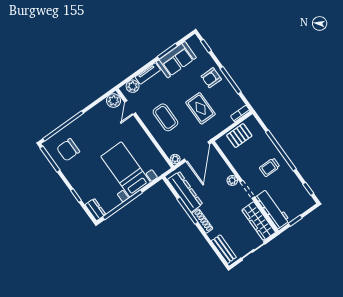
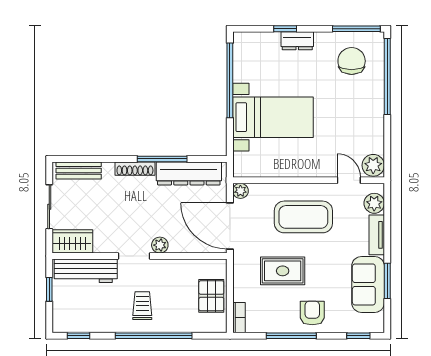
coffee table: (165, 117) -> (303, 217), width x1.36, depth x1.32
dresser: (95, 210) -> (297, 41), moved
wardrobe: (259, 221) -> (72, 241), width x0.67

